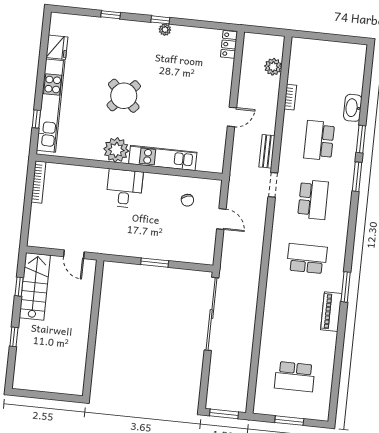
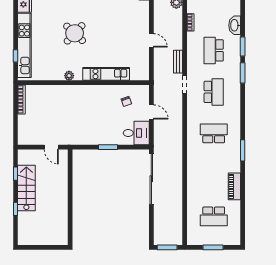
door: (232, 117) -> (151, 40), hinge flipped
plant: (116, 150) -> (69, 76), width x0.53, depth x0.53
desk: (124, 188) -> (136, 133), moved, turned 90
stairs: (35, 286) -> (26, 188), moved
piano: (331, 312) -> (234, 186), moved

